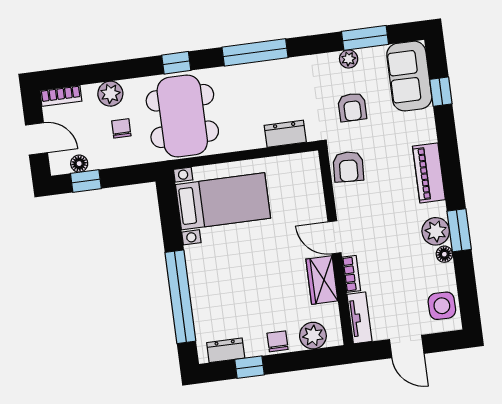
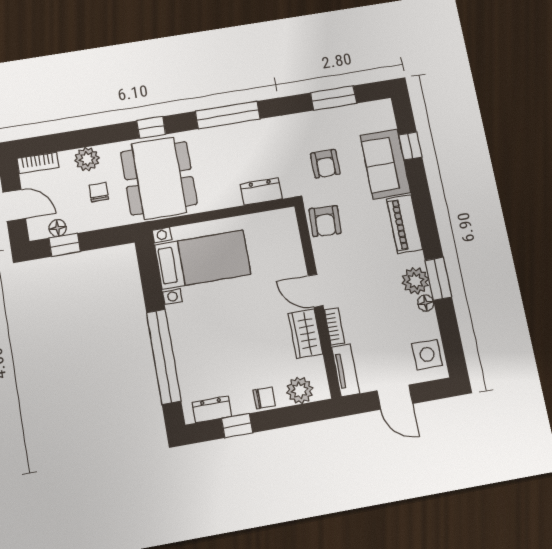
plant: (349, 59) -> (319, 118), removed
sofa: (409, 76) -> (385, 164), moved
chair: (278, 341) -> (264, 398), turned 90

